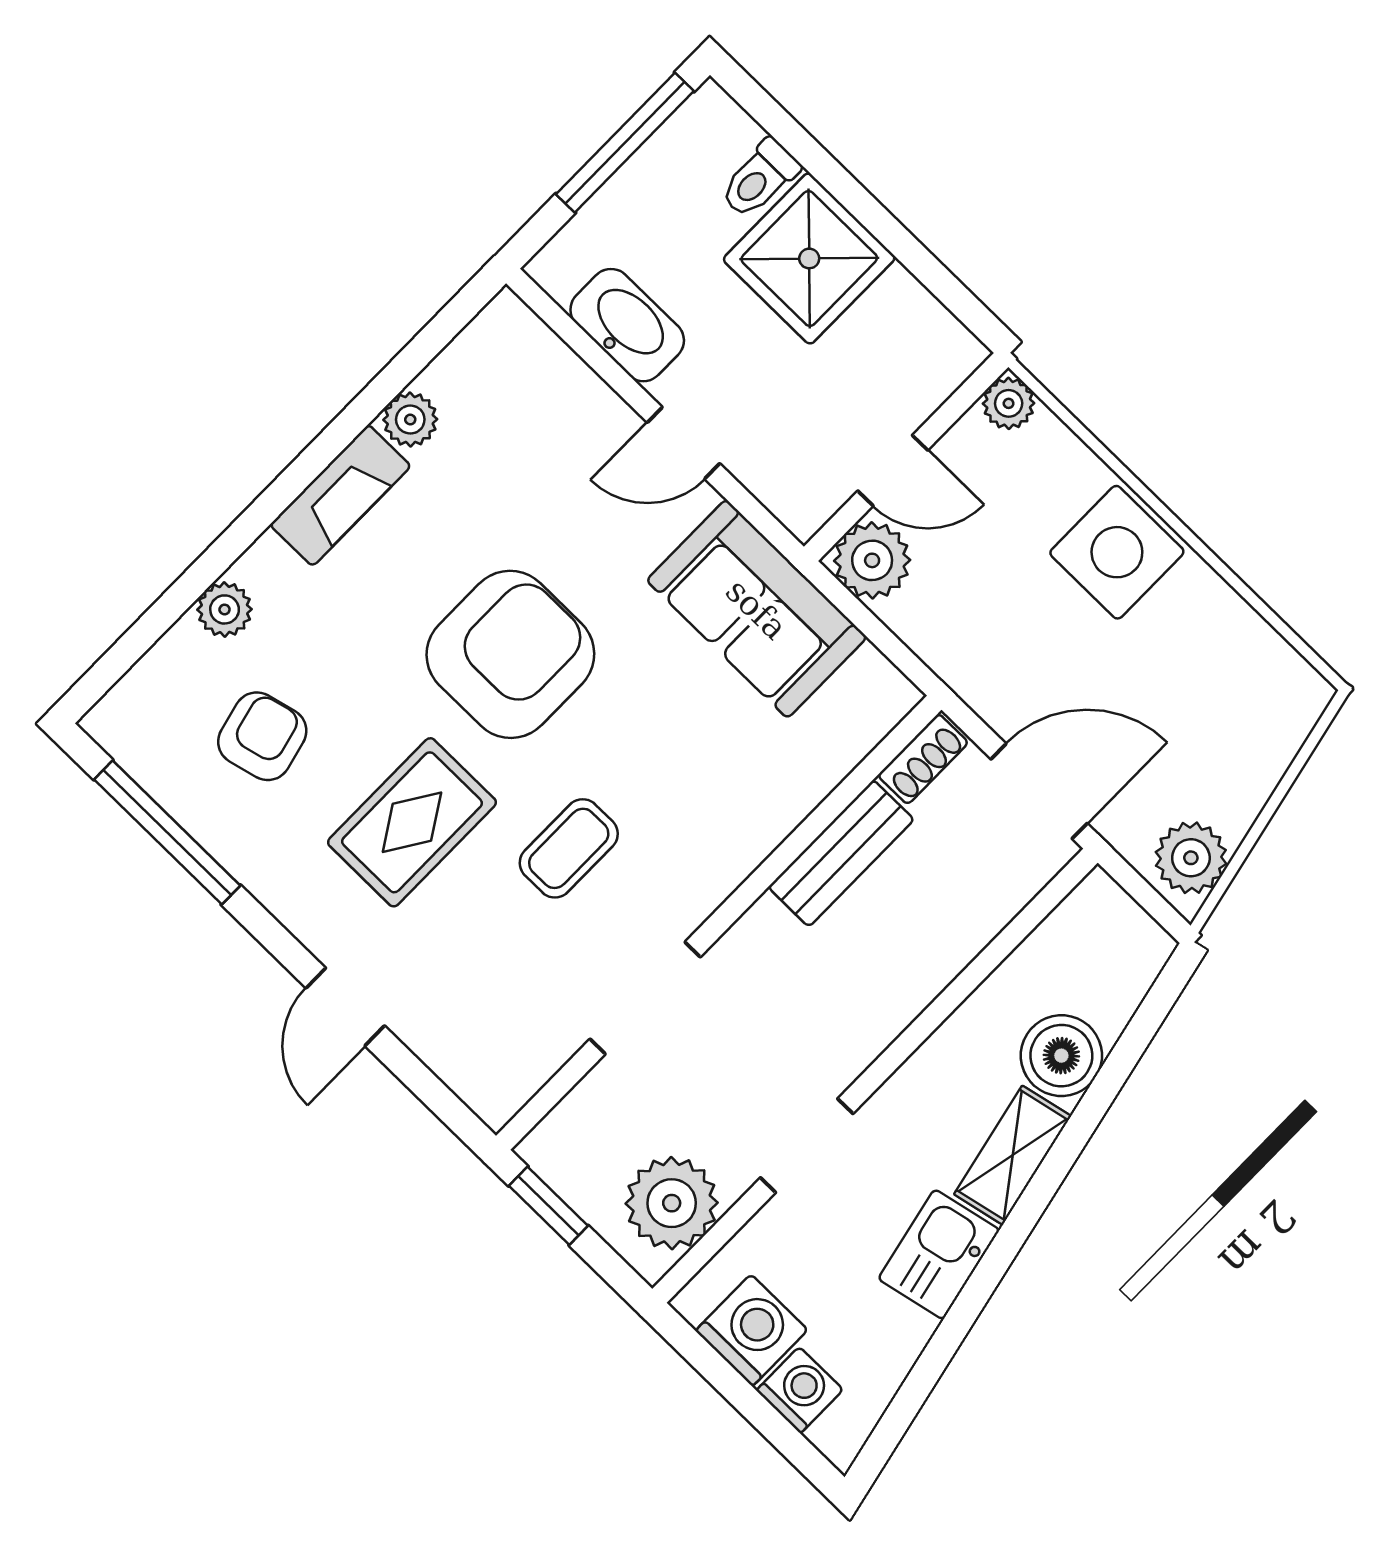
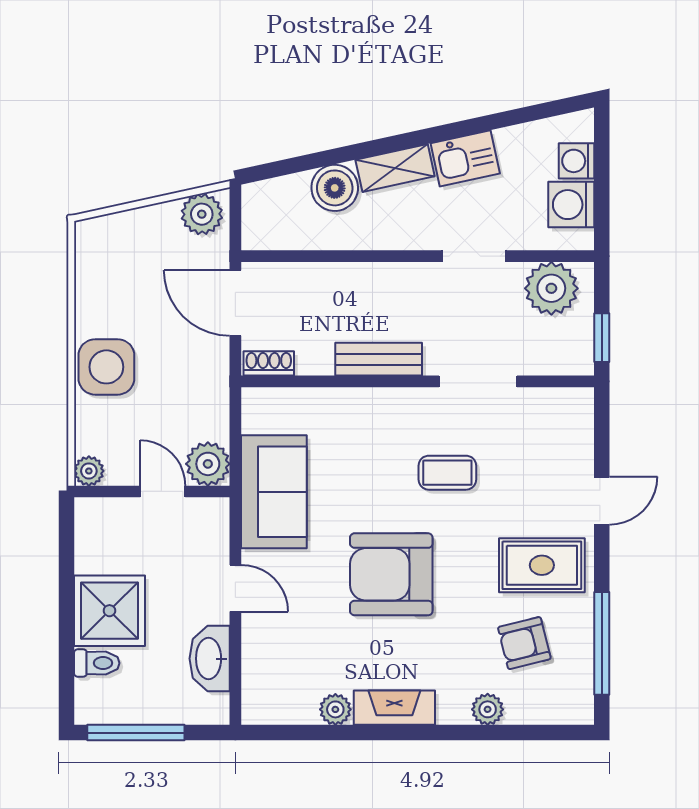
rug: (412, 822) -> (542, 565), moved
bench: (841, 853) -> (379, 359), moved

